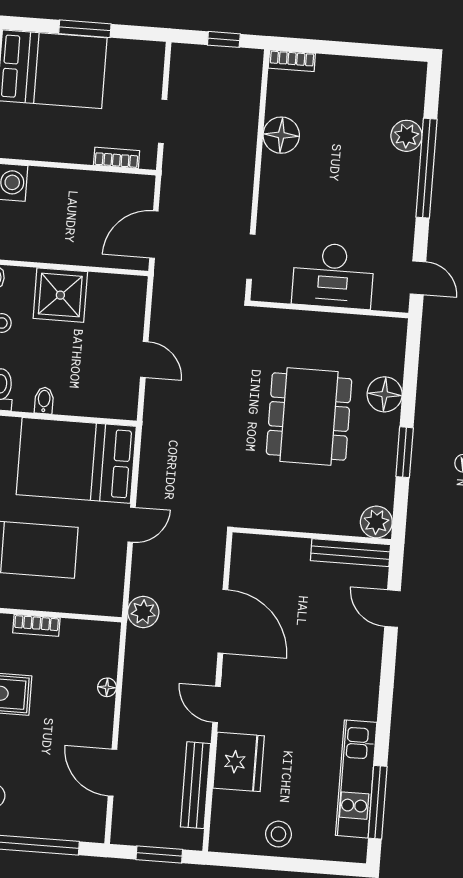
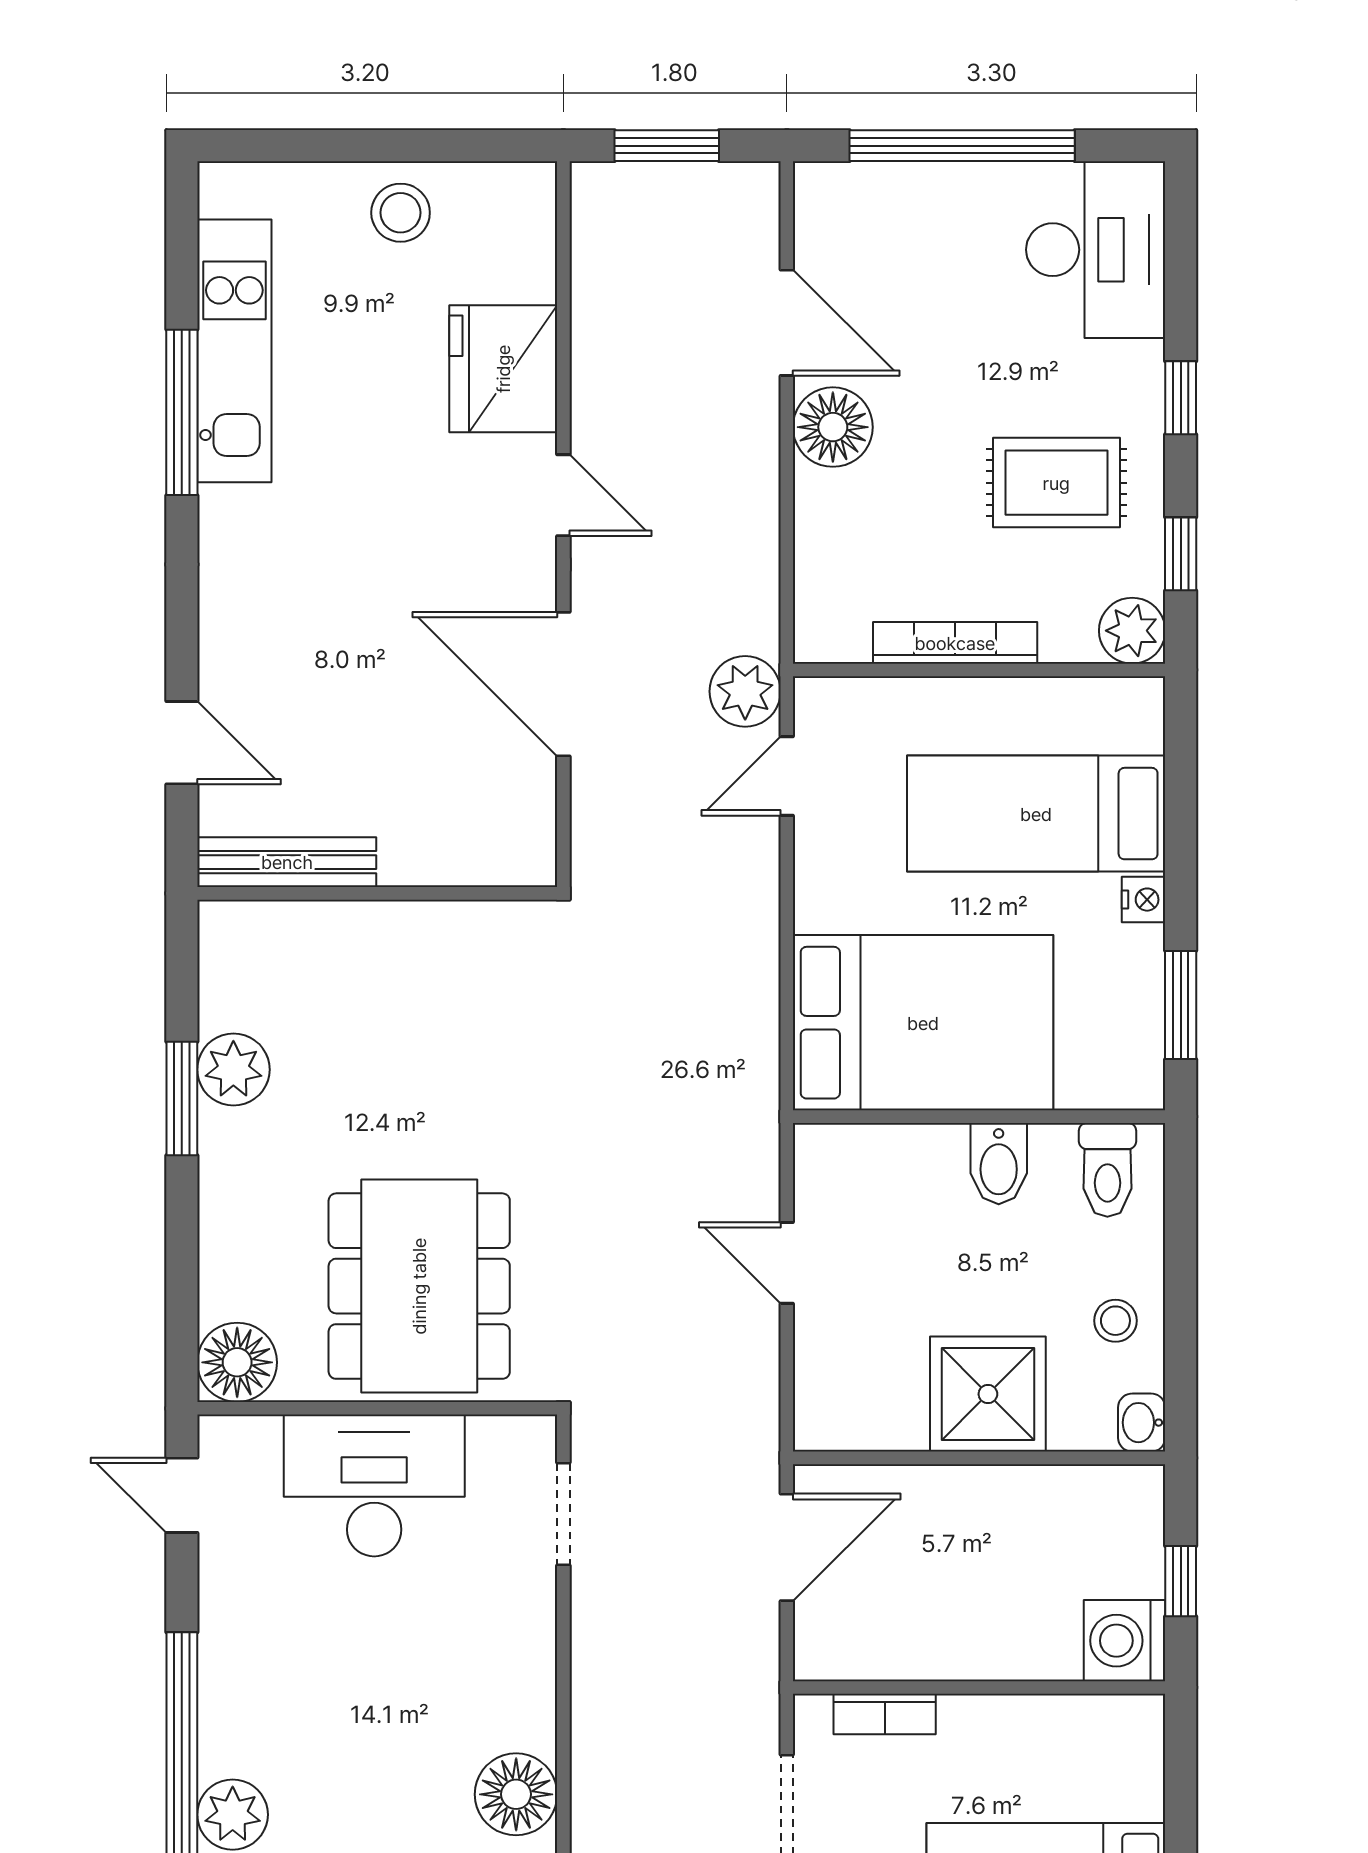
floor lamp: (385, 394) -> (237, 1362), moved
bidet: (44, 400) -> (999, 1164), width x1.38, depth x1.36
dining table: (309, 417) -> (419, 1286), moved
plant: (376, 522) -> (233, 1070), moved
door: (132, 525) -> (787, 776), moved
bookcase: (36, 625) -> (955, 643), width x1.56
floor lamp: (107, 687) -> (833, 427), moved, width x1.89, depth x1.89
bench: (196, 785) -> (597, 309), removed
window: (378, 802) -> (182, 412), moved

